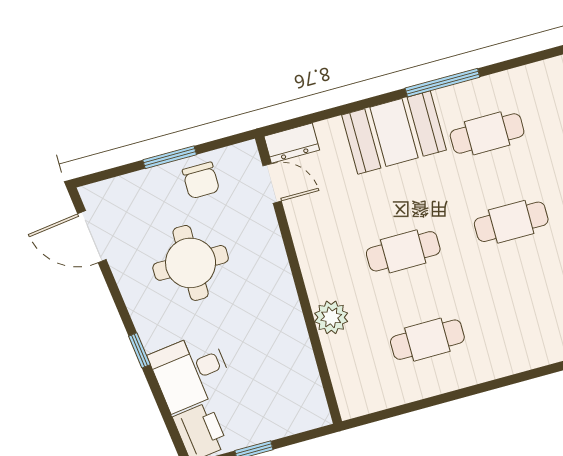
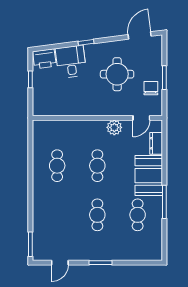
dresser: (292, 143) -> (156, 143), moved
chair: (201, 180) -> (151, 88), turned 90
plant: (331, 317) -> (114, 127), moved

